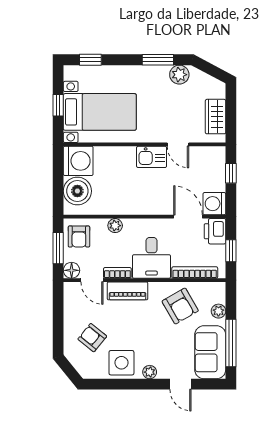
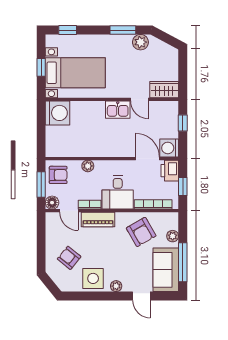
wardrobe: (216, 117) -> (164, 90), moved, turned 90
boiler: (77, 191) -> (57, 138), removed
armchair: (79, 236) -> (58, 175), turned -90

